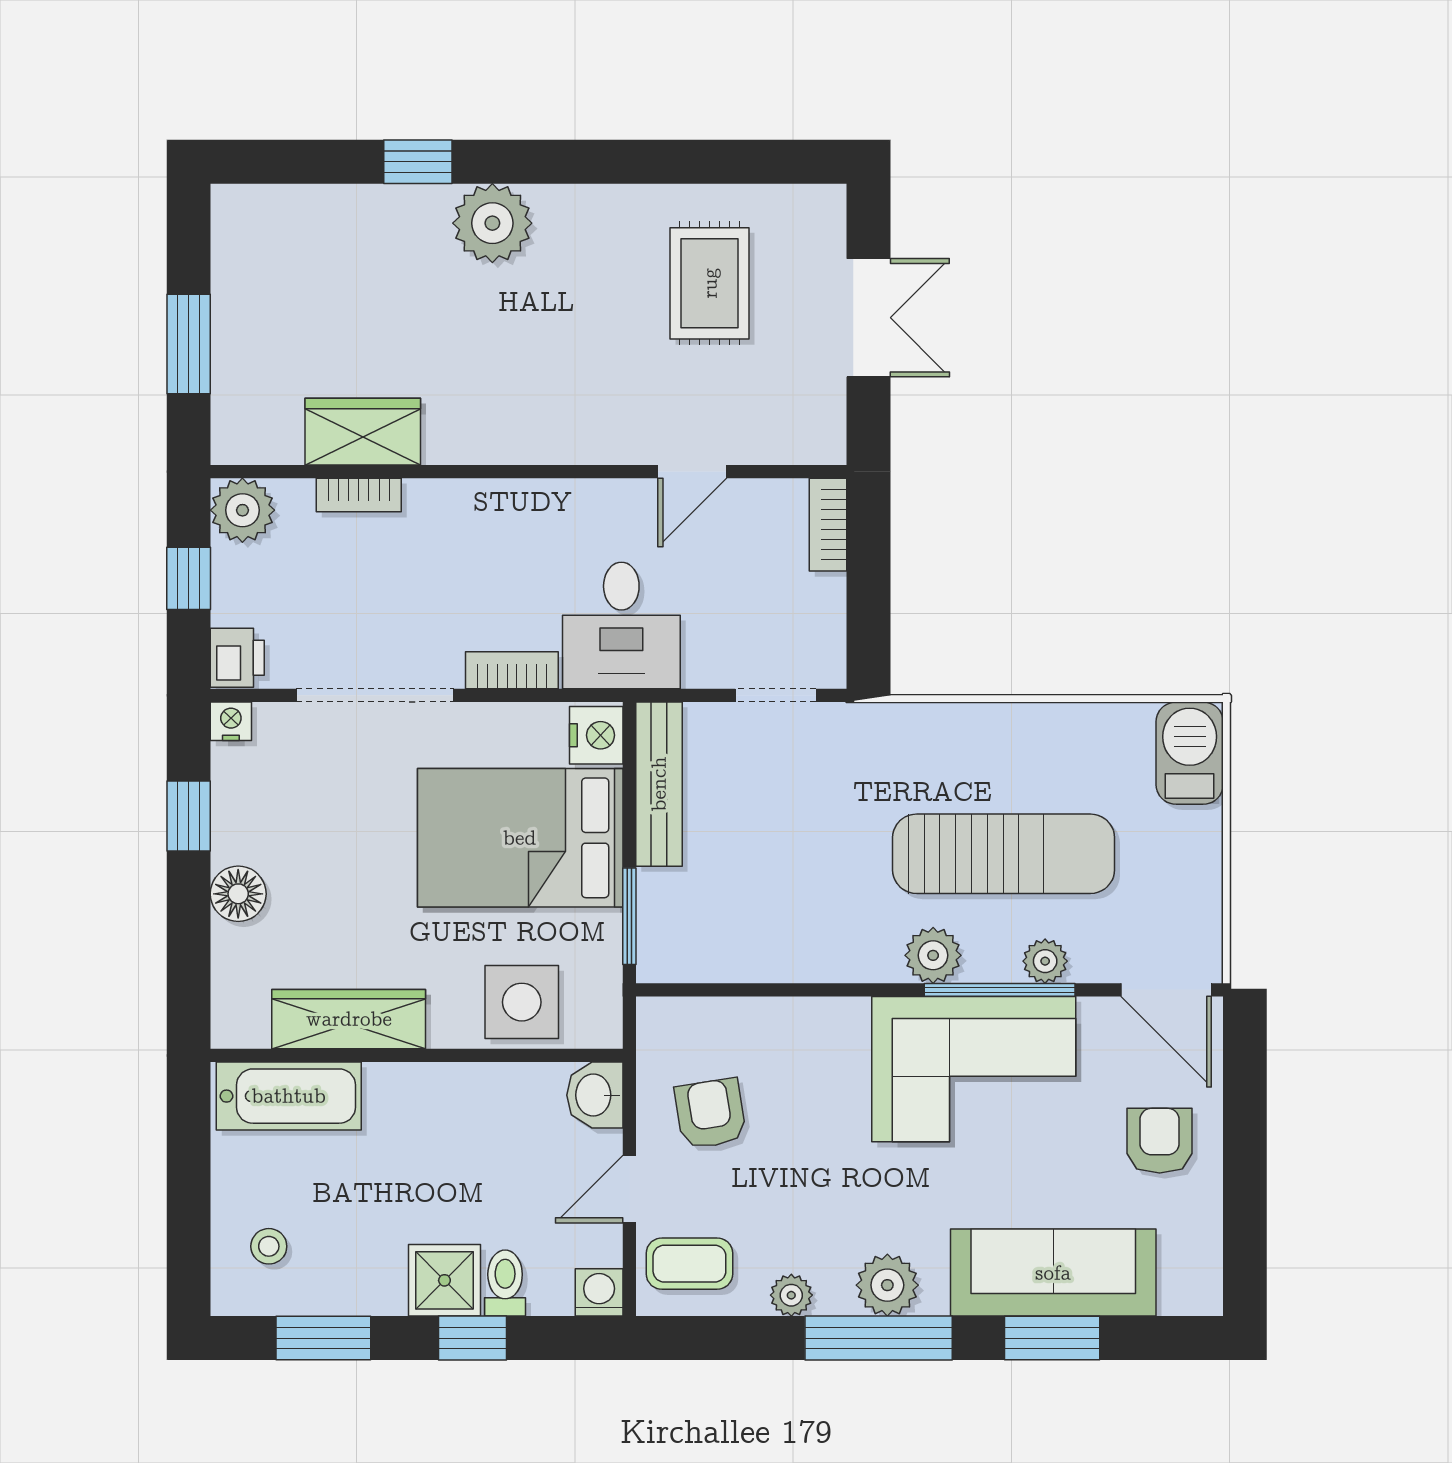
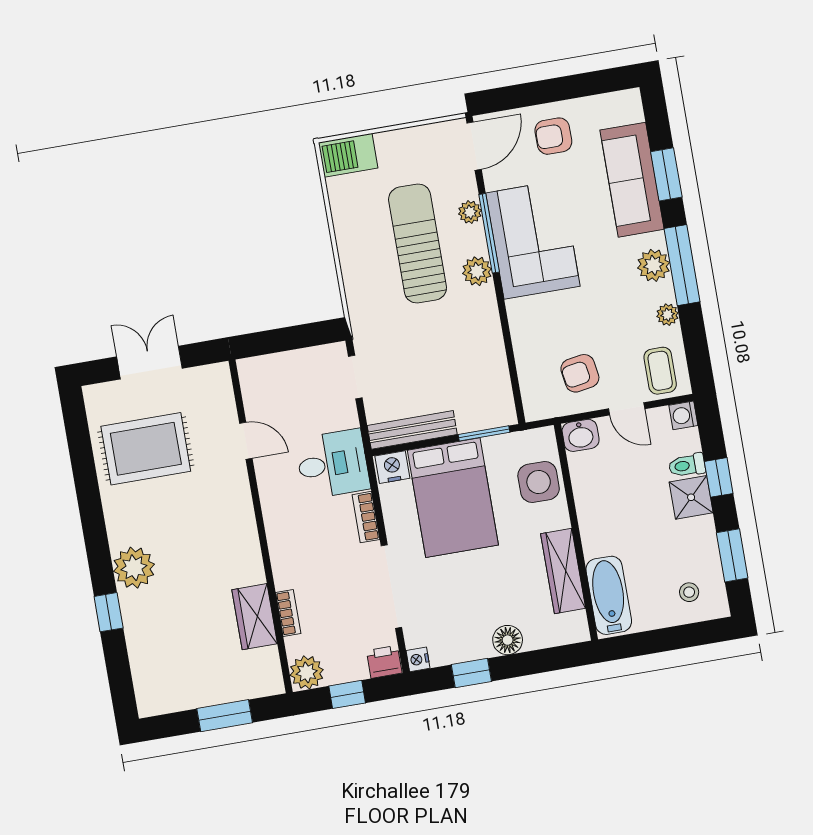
rug: (710, 283) -> (146, 449), width x1.36, depth x1.43
bookcase: (828, 525) -> (261, 365), removed

